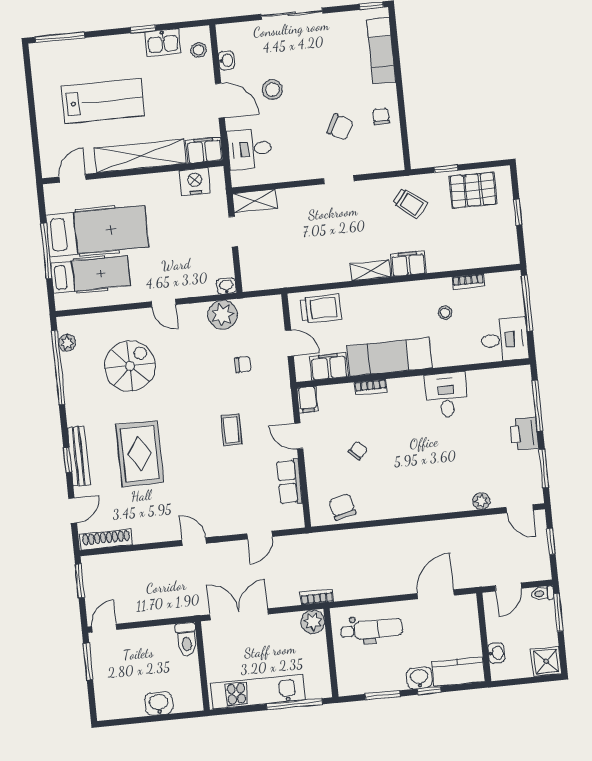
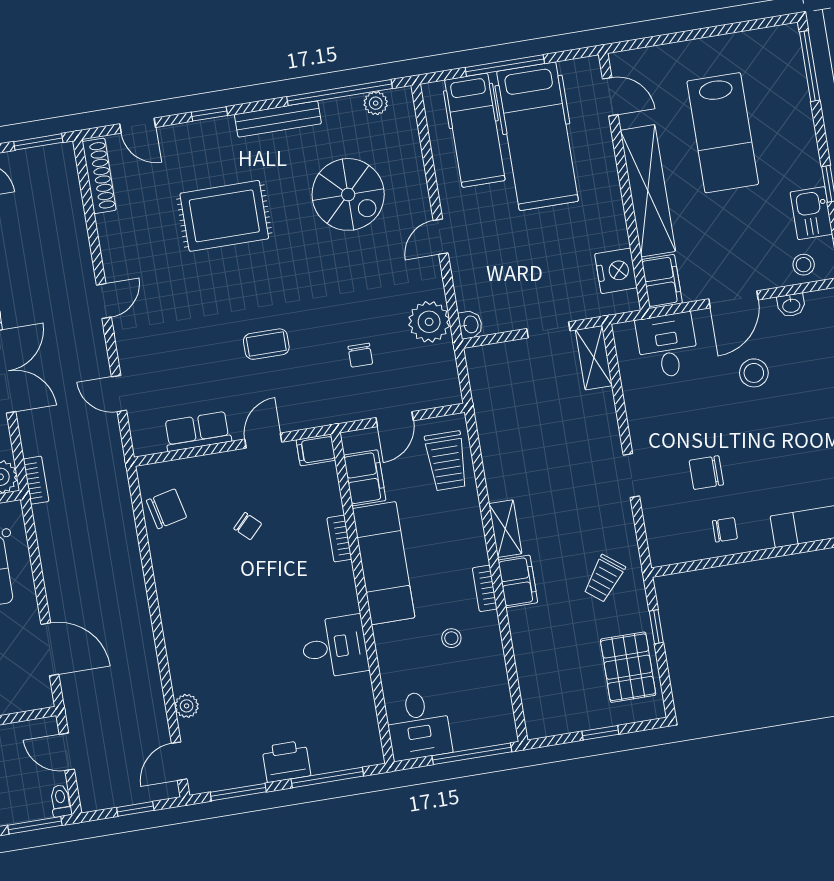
chair: (340, 127) -> (706, 473), turned 62
bookcase: (468, 281) -> (485, 588), moved
bench: (79, 456) -> (278, 119), moved

